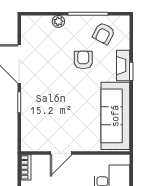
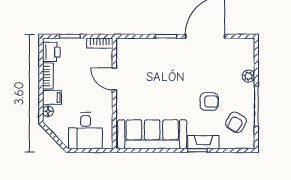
armchair: (104, 34) -> (236, 122), turned -88

